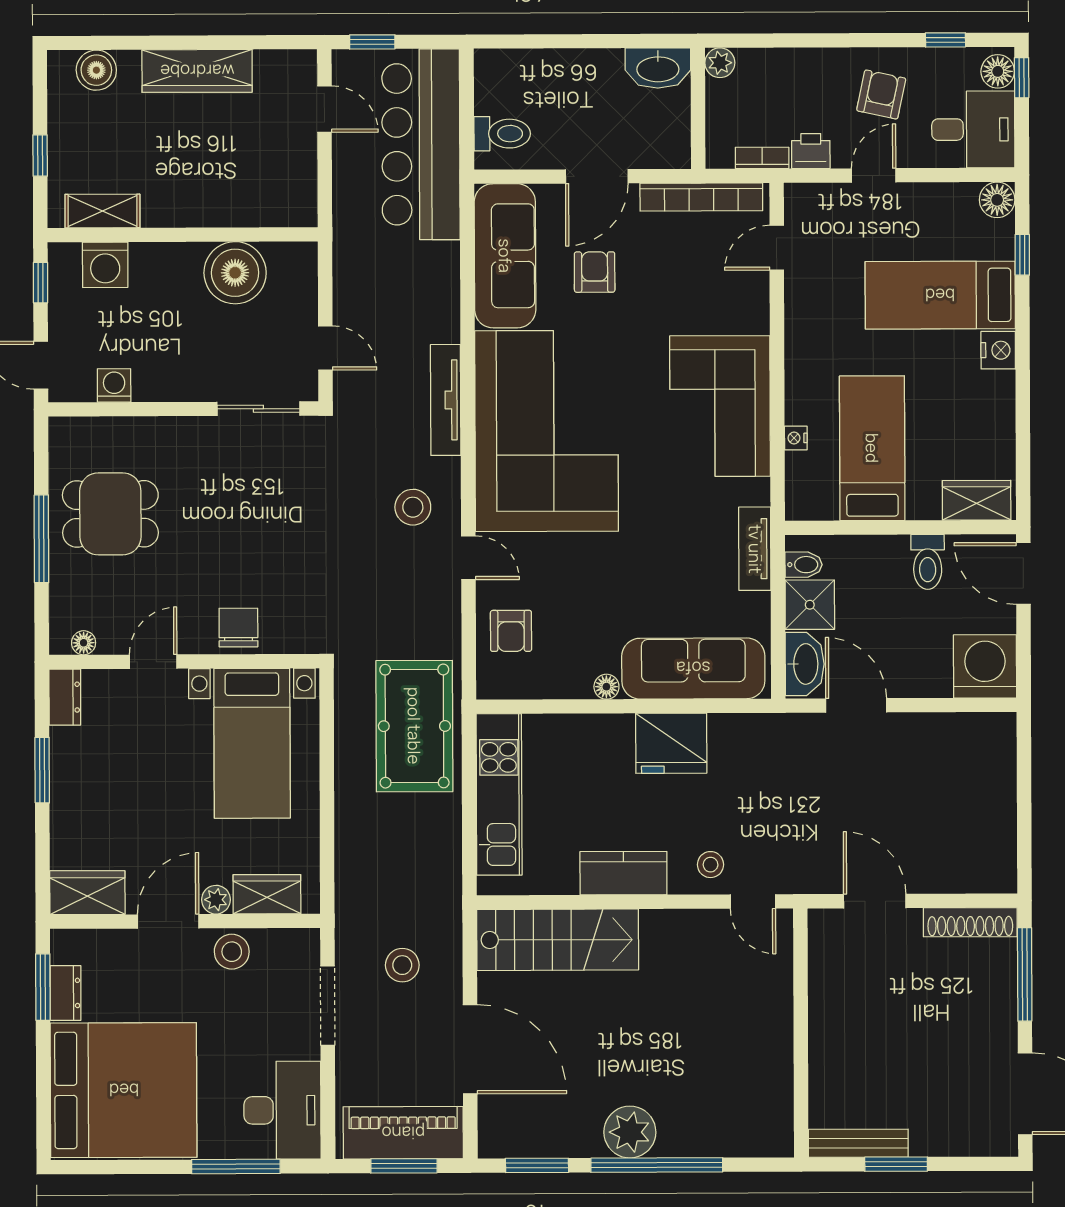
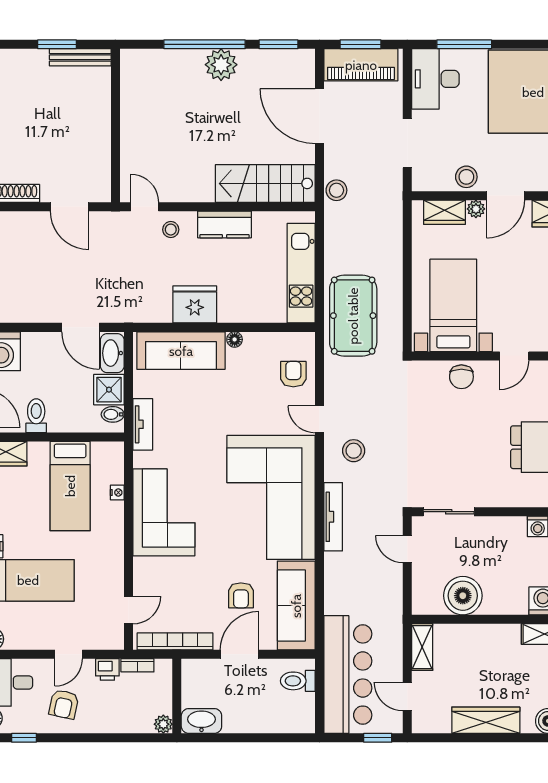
shelving: (301, 189) -> (422, 647), added
stool: (402, 965) -> (336, 190), moved

